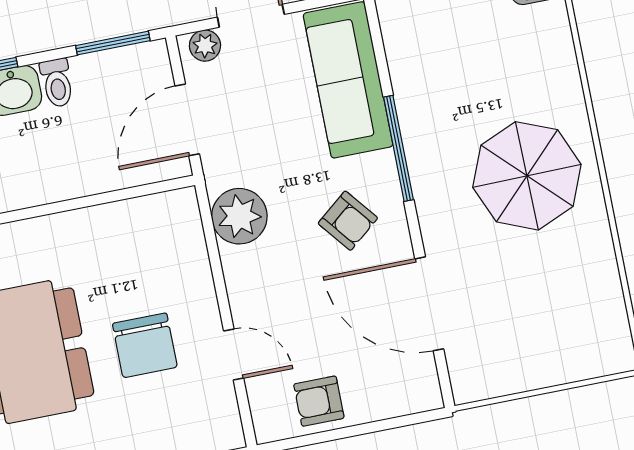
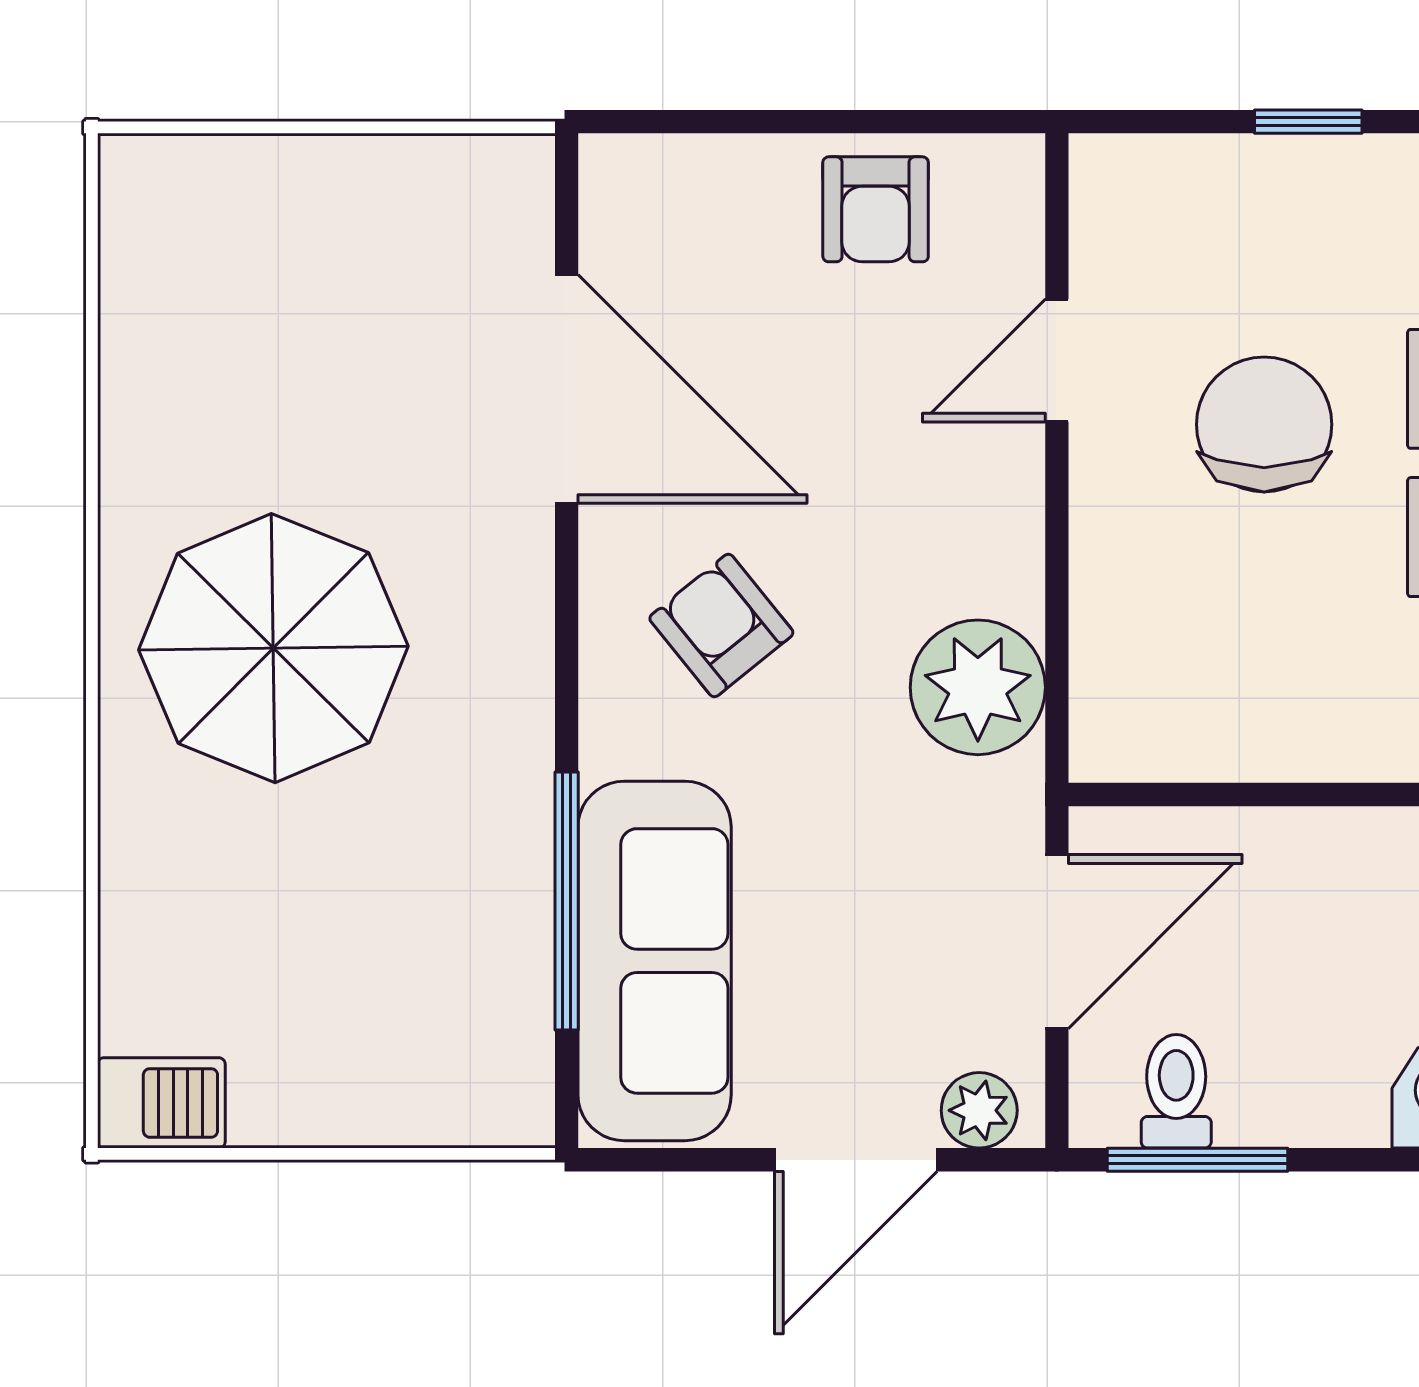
toilet: (57, 83) -> (1176, 1091), moved
window: (398, 148) -> (567, 901), moved
door: (234, 354) -> (1057, 361), hinge flipped
armchair: (319, 401) -> (876, 209), turned 90

